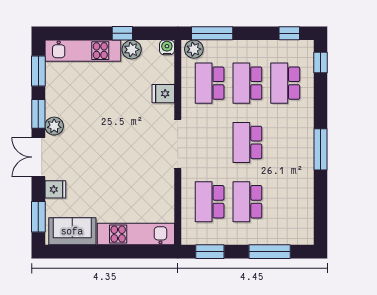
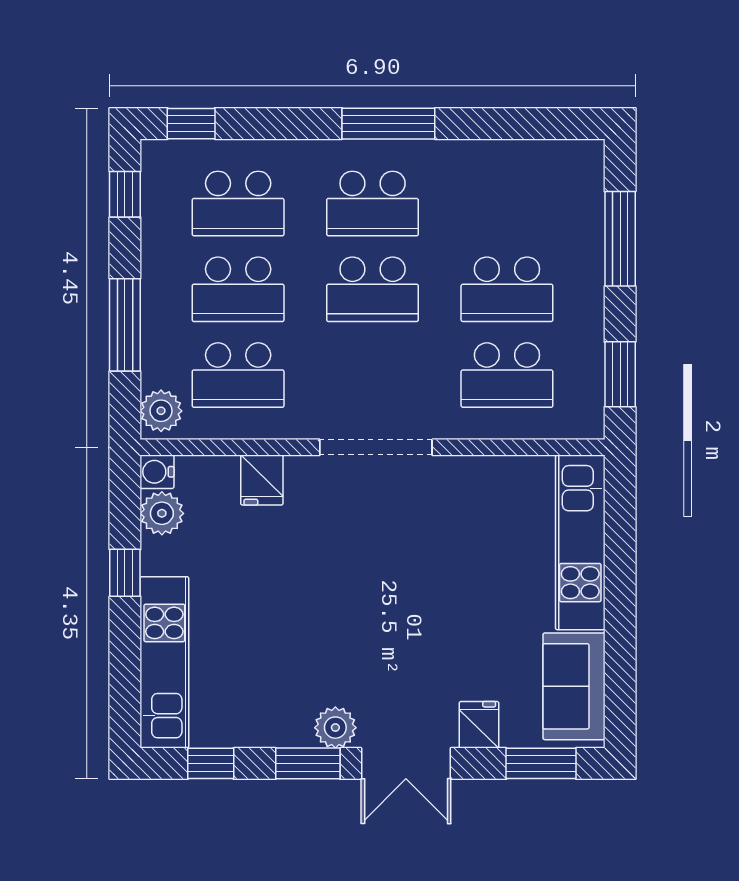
window: (212, 33) -> (125, 325), moved
plant: (132, 50) -> (162, 513), moved
window: (38, 71) -> (211, 763), width x0.67
school desk: (285, 142) -> (373, 203), added

